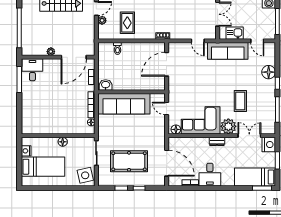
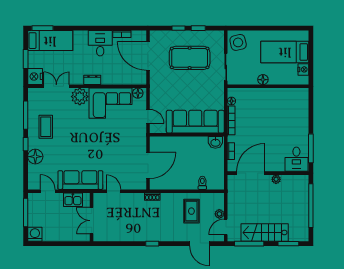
coffee table: (240, 101) -> (46, 127), moved
double door: (249, 136) -> (56, 86), swing flipped

